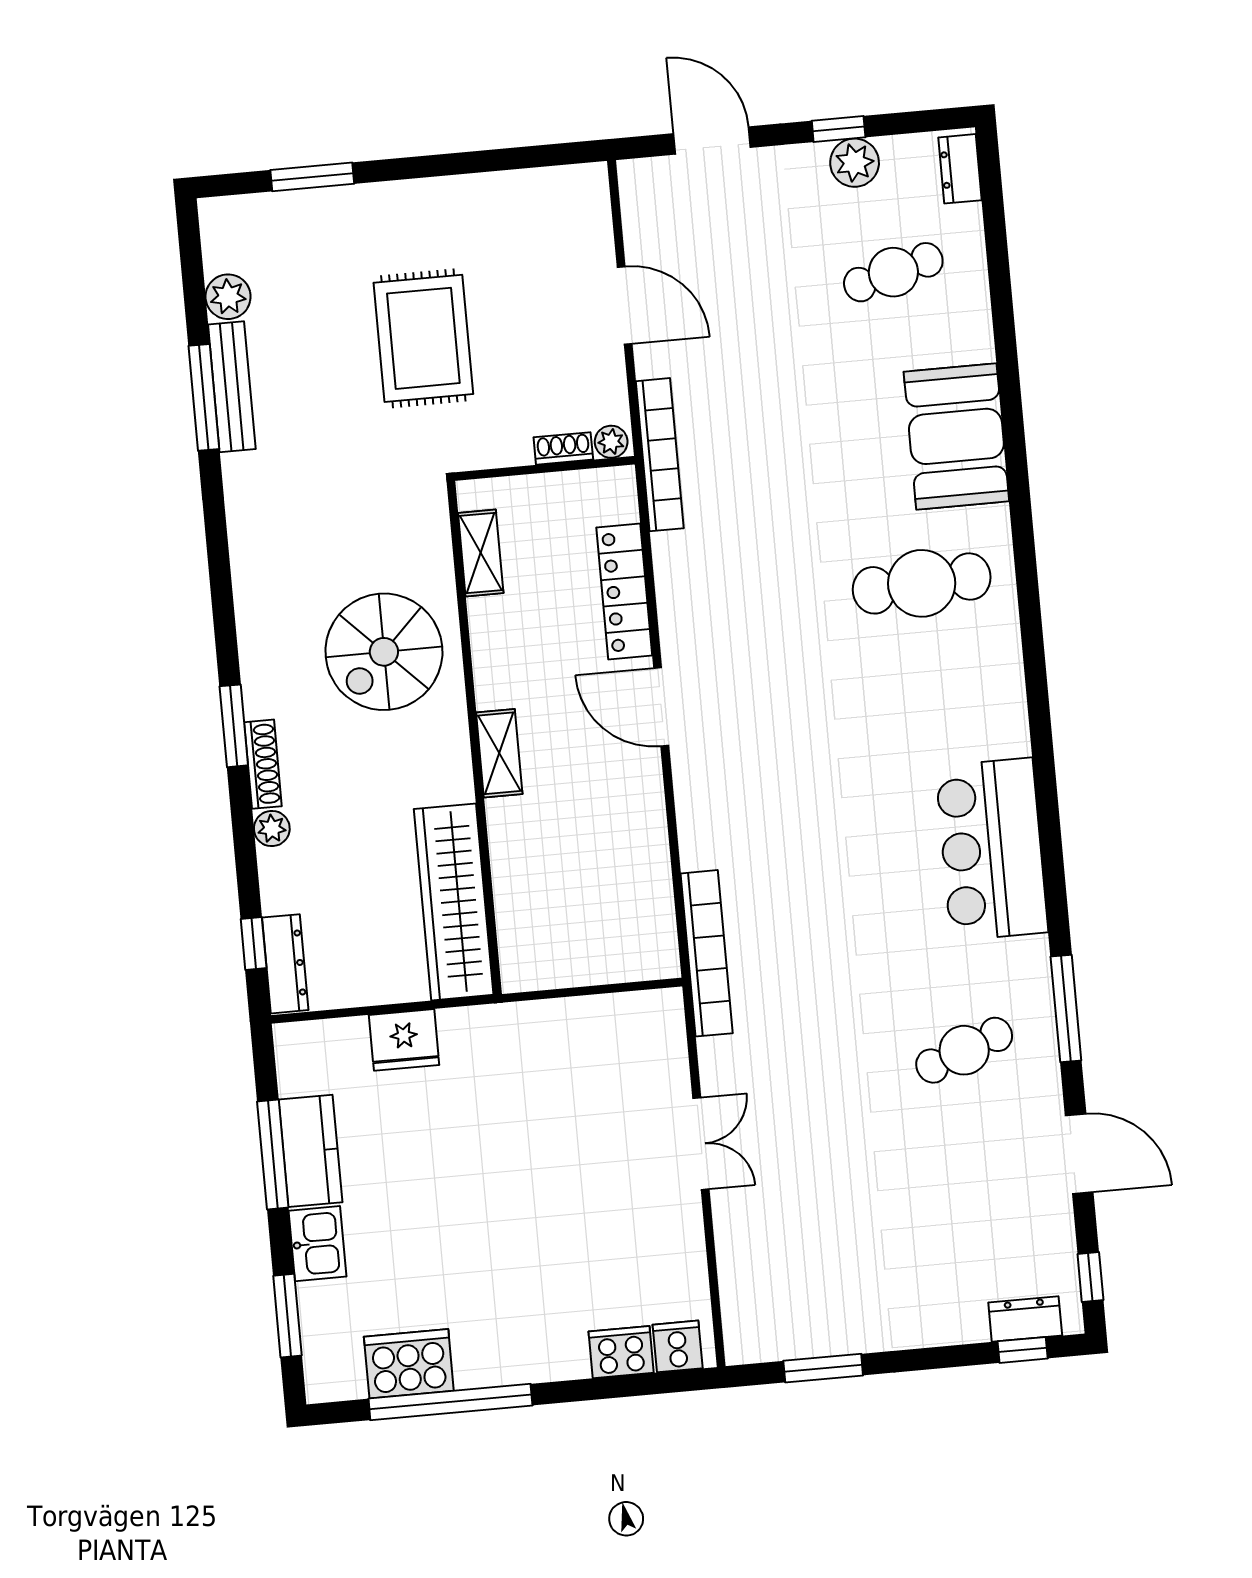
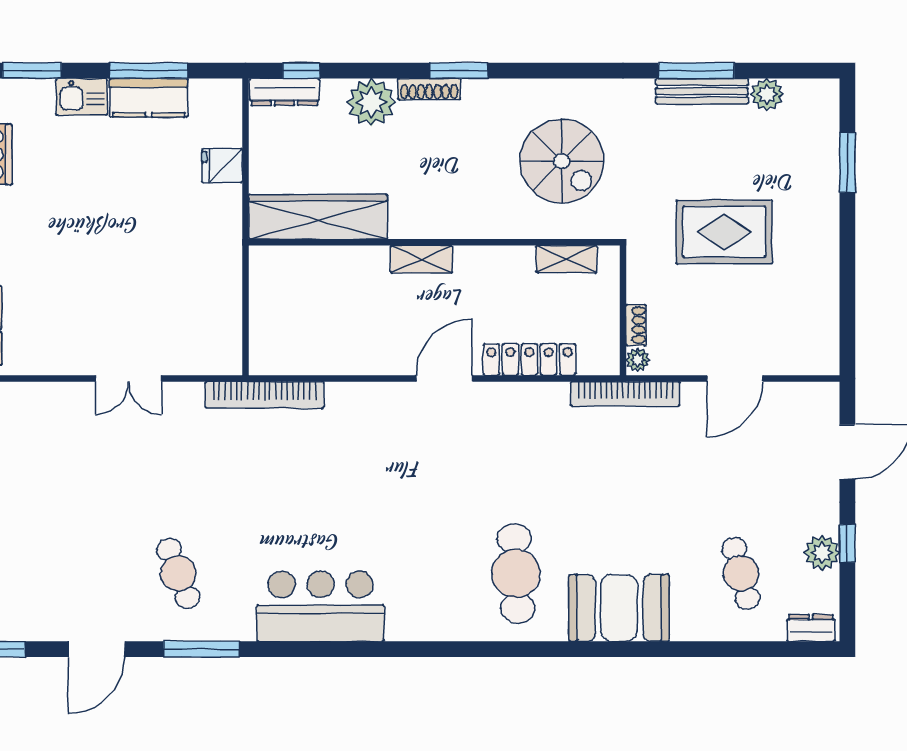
spiral stairs: (384, 652) -> (562, 161), moved, turned 180
plant: (272, 828) -> (371, 102), width x1.87, depth x1.87
fridge: (404, 1040) -> (222, 166), width x0.72

